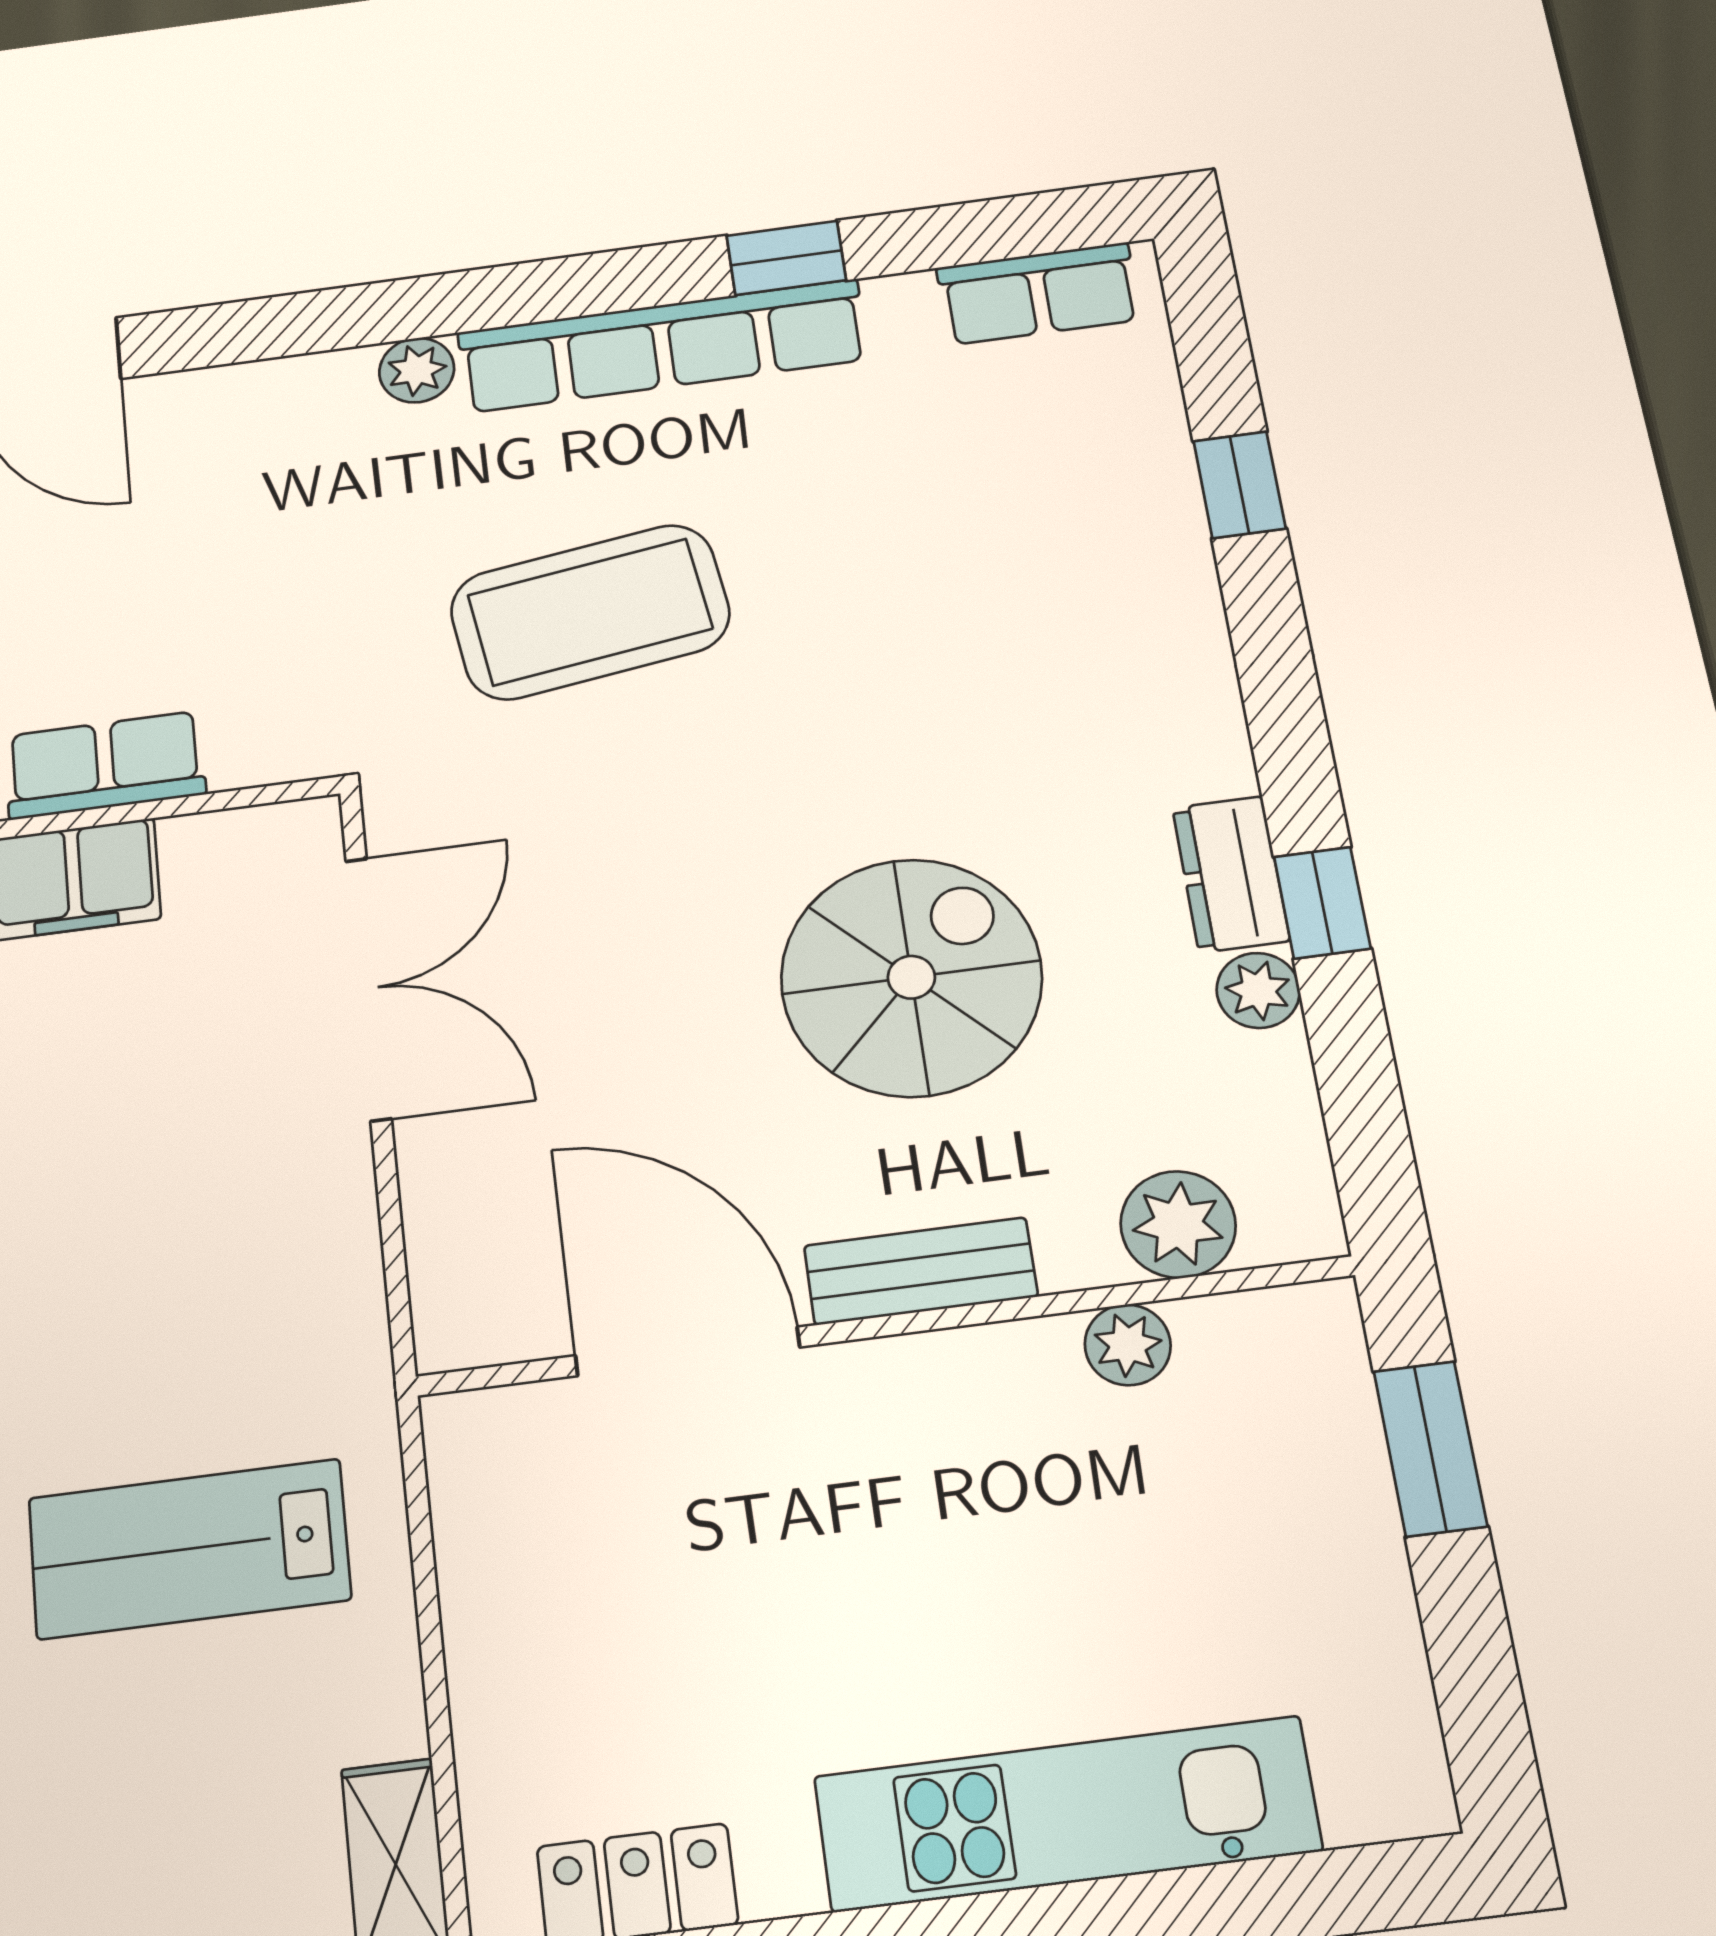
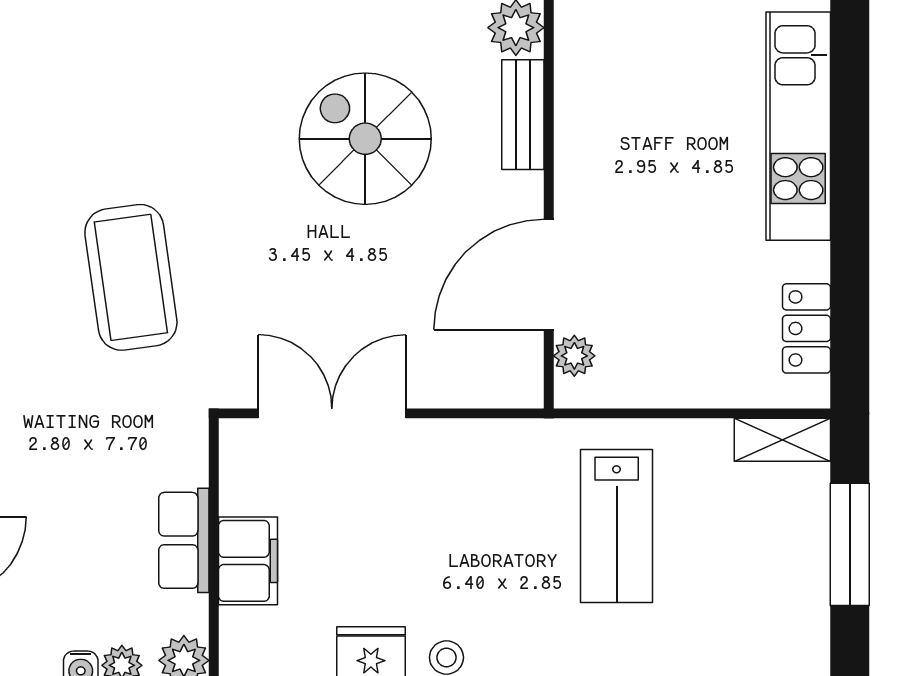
bench: (921, 1271) -> (523, 115), moved
plant: (1128, 1345) -> (574, 356), moved

